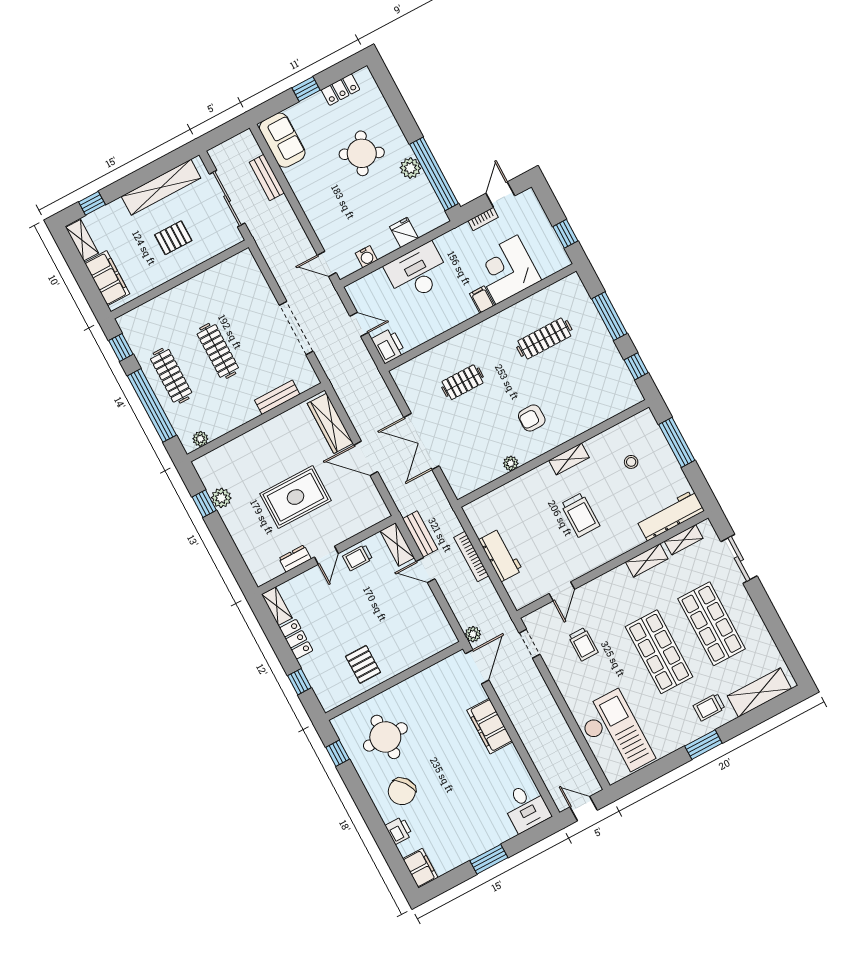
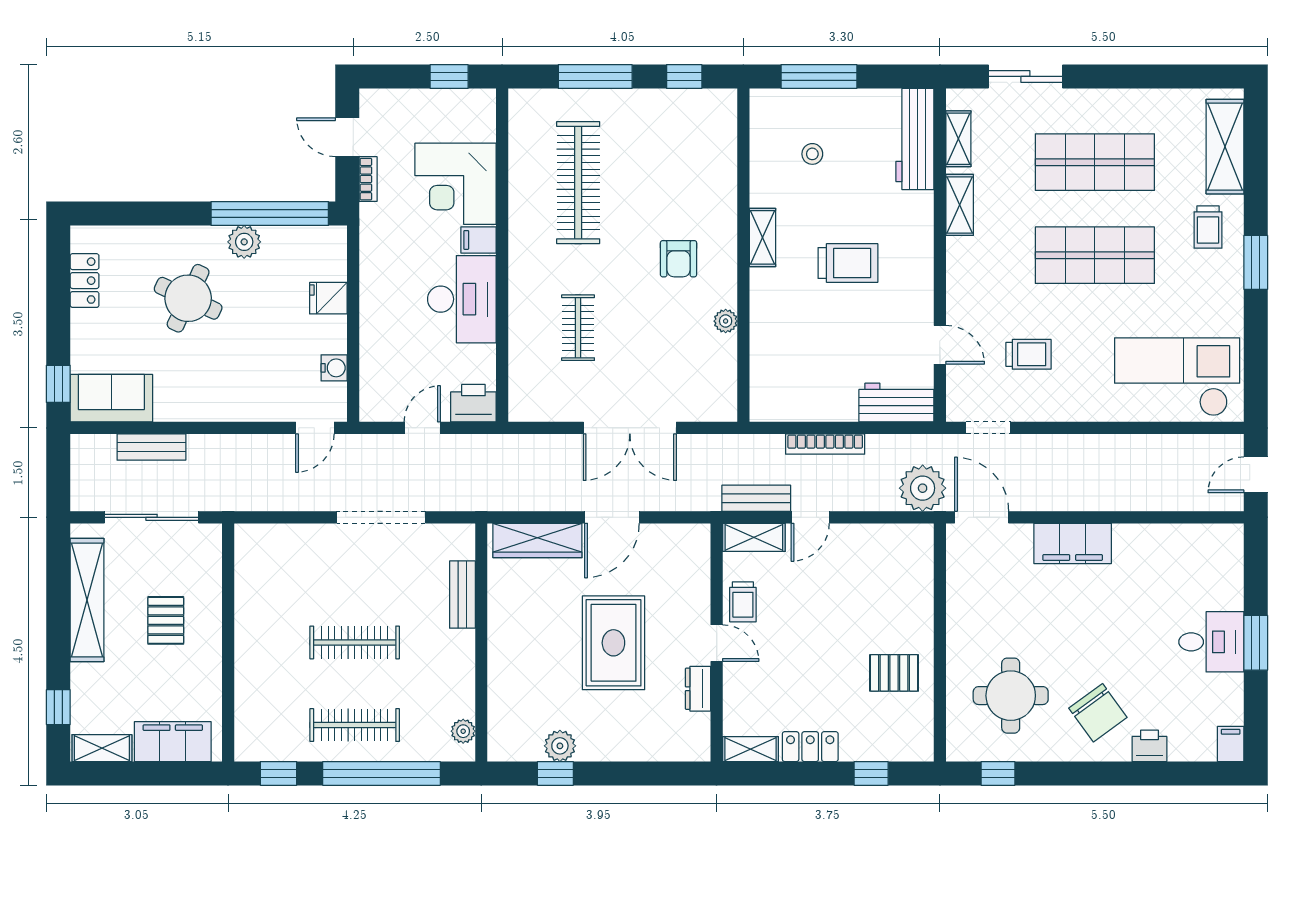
window: (306, 89) -> (58, 384), moved
desk: (417, 272) -> (462, 299), moved, turned 180
clothes rail: (544, 338) -> (578, 183), width x1.37, depth x1.31
workbench: (501, 555) -> (896, 403), moved
plant: (473, 634) -> (923, 488), width x1.87, depth x1.87
desk: (526, 807) -> (1211, 642), moved
filing cabinet: (420, 868) -> (1231, 744), width x0.50

